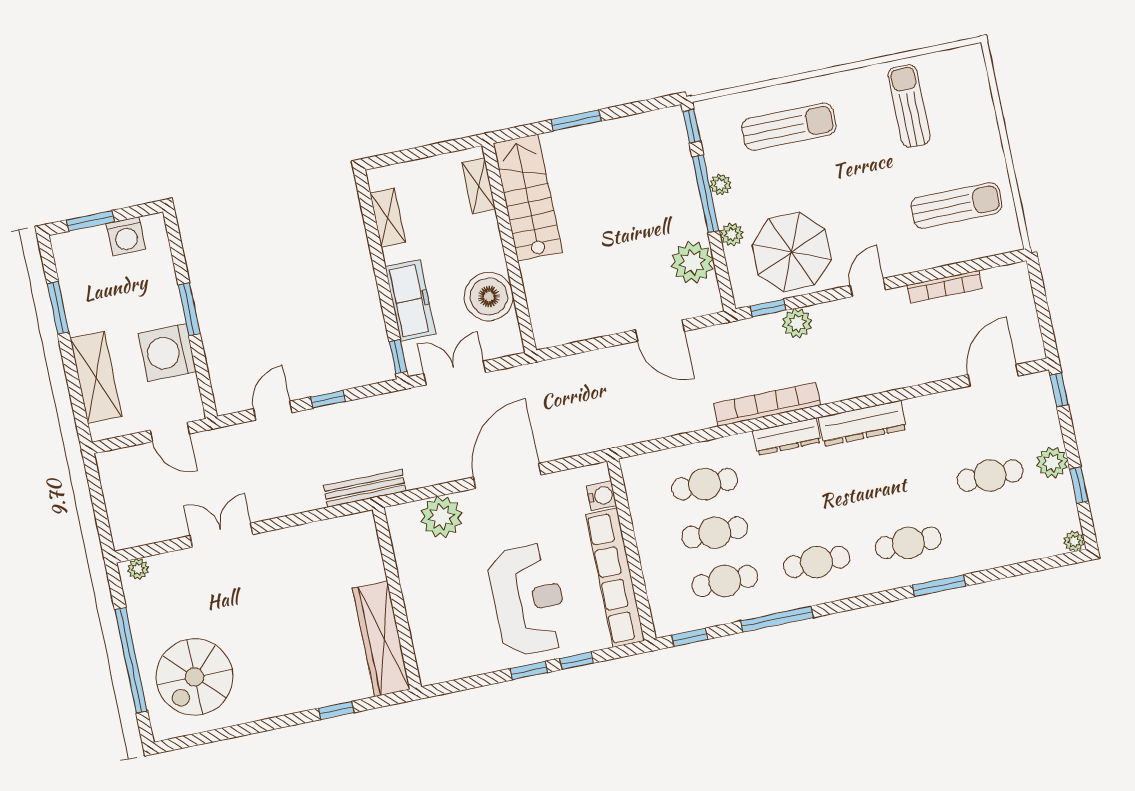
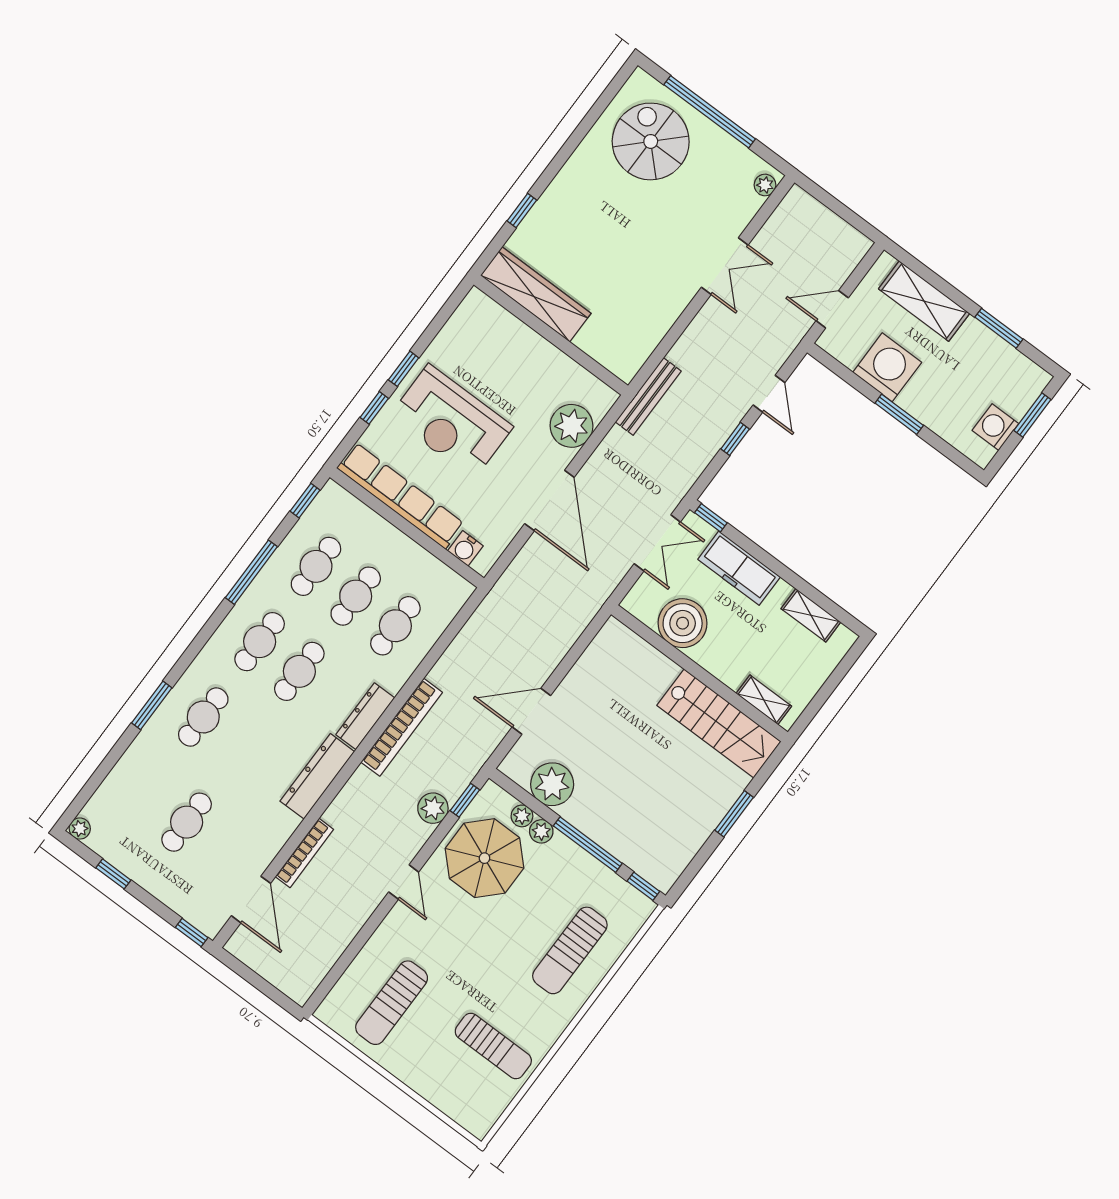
plant: (720, 185) -> (522, 816), moved
bookcase: (945, 287) -> (304, 853), moved, turned 180
plant: (1052, 462) -> (149, 873), removed
cafe table: (807, 513) -> (299, 671), added

